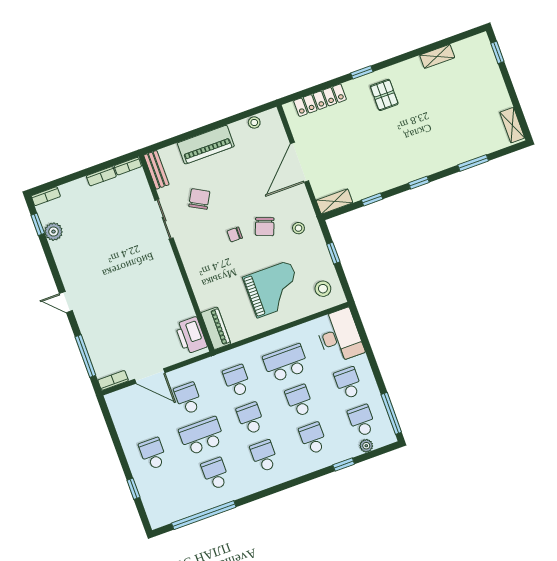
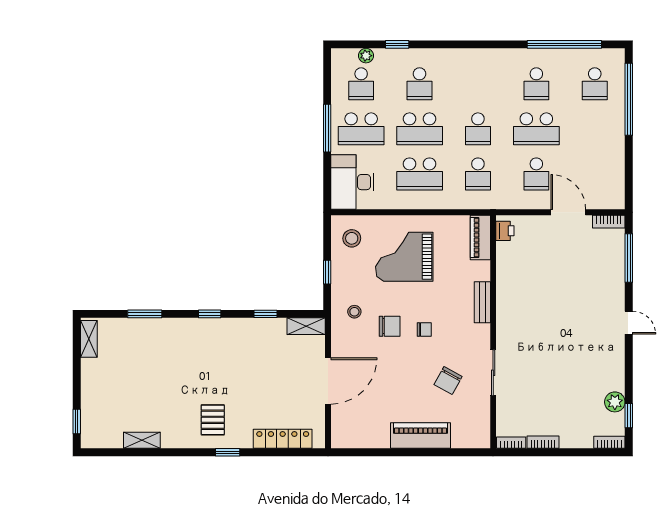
stool: (254, 123) -> (361, 440), removed
bench: (156, 170) -> (482, 302), moved
chair: (265, 227) -> (390, 326), turned 69
printer: (191, 335) -> (505, 231), width x0.53, depth x0.68
school desk: (348, 383) -> (361, 129), width x1.85
school desk: (299, 401) -> (420, 129), width x1.85
window: (391, 413) -> (327, 128), moved
school desk: (153, 454) -> (595, 84), moved
school desk: (264, 456) -> (478, 84), removed
window: (133, 489) -> (629, 99), width x3.17

